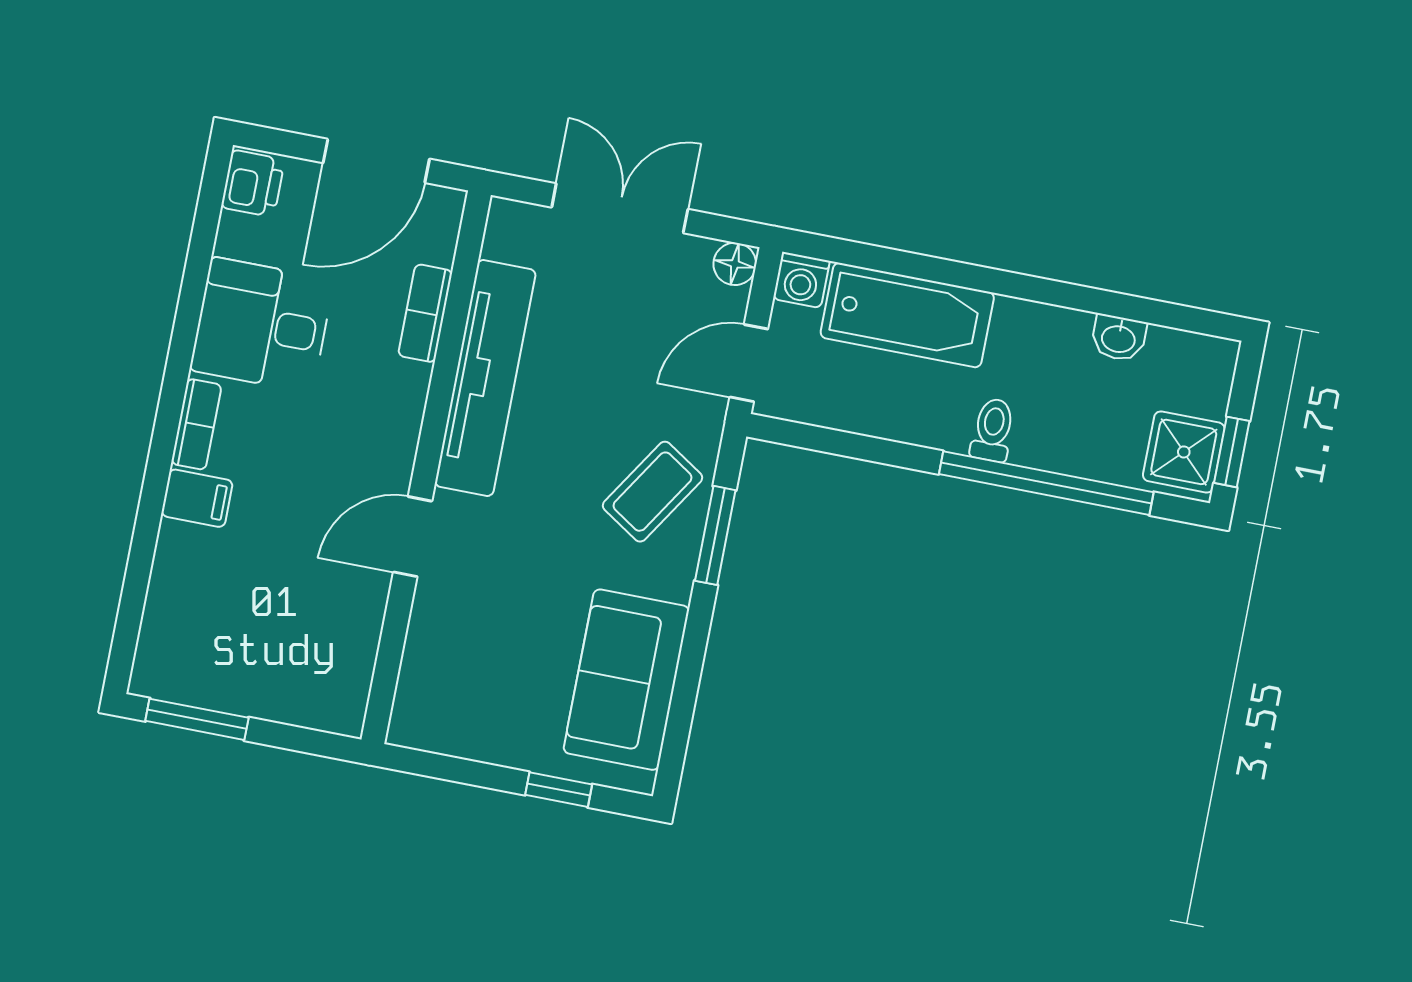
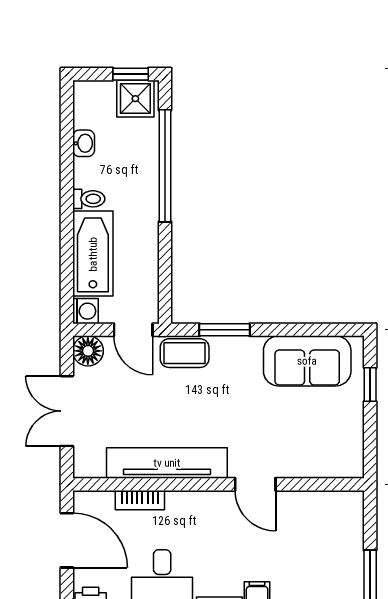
floor lamp: (735, 264) -> (88, 351), width x1.37, depth x1.37
toilet: (993, 430) -> (89, 199), moved, turned 180
coffee table: (653, 492) -> (185, 353), moved, turned -33

